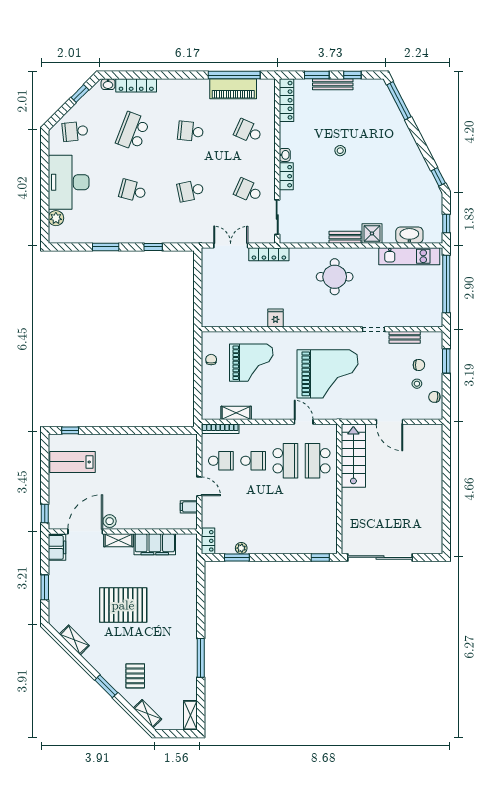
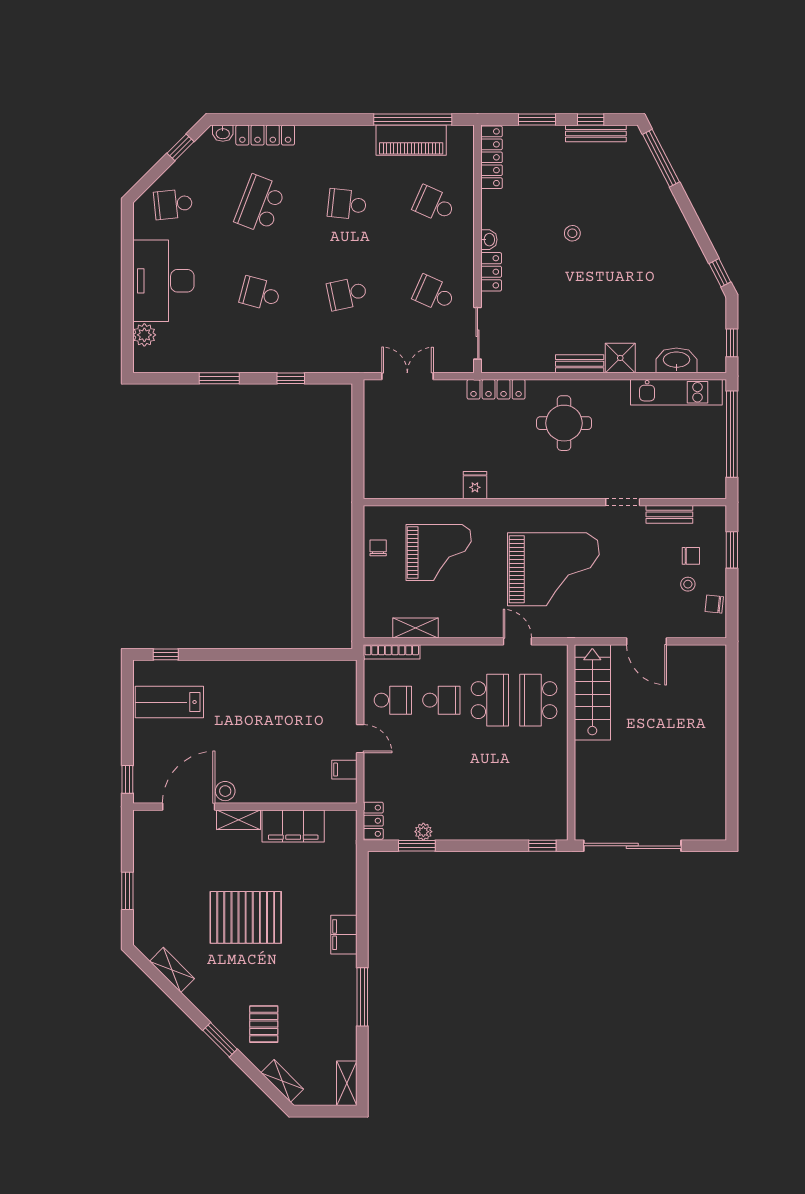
bench: (333, 84) -> (596, 133), moved
locker: (269, 254) -> (496, 389), moved
filing cabinet: (57, 547) -> (344, 935), moved, turned 180

